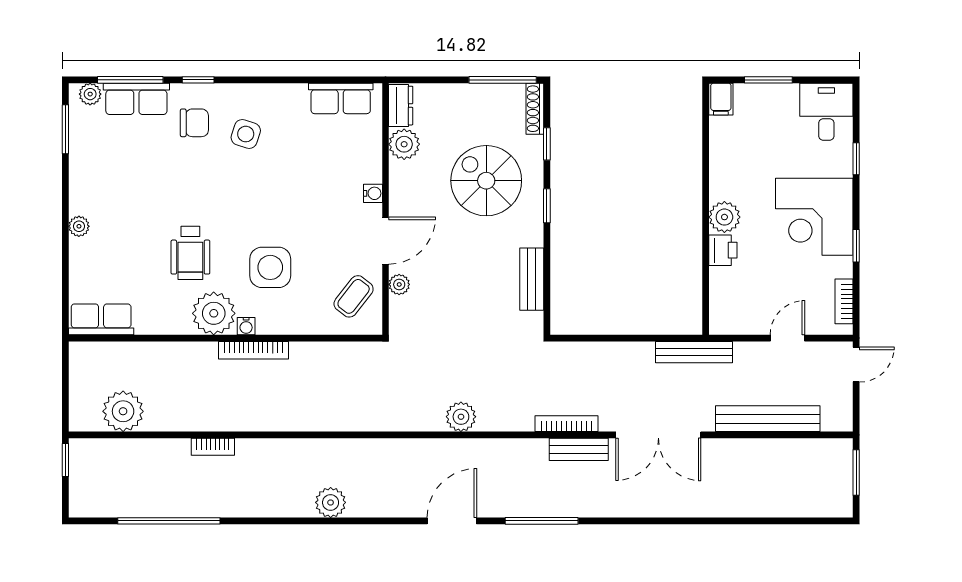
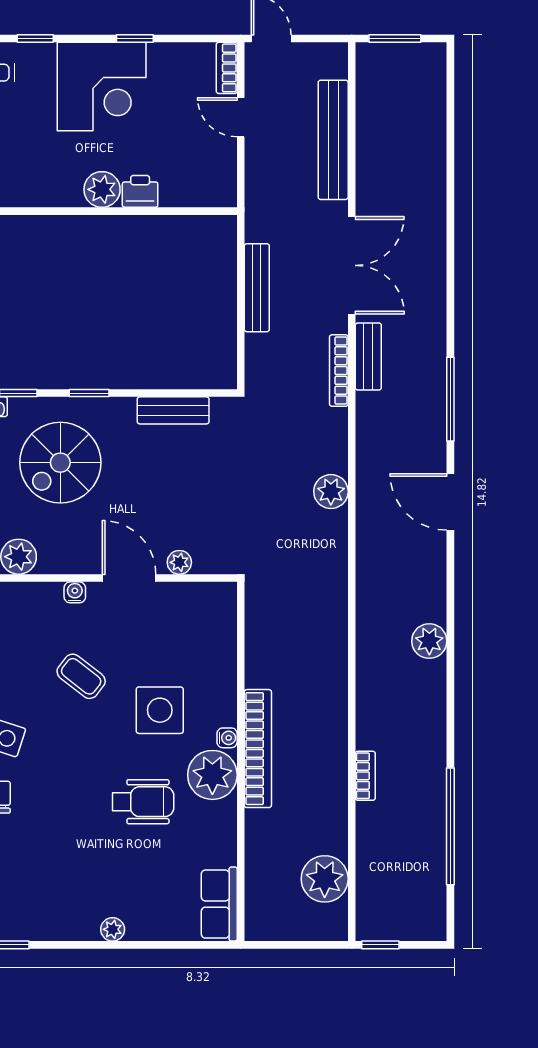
coffee table: (354, 296) -> (81, 676), moved
bookcase: (844, 301) -> (227, 68), moved, turned 90
bookcase: (253, 350) -> (258, 749), width x1.48, depth x1.31
bench: (694, 352) -> (257, 288), moved

